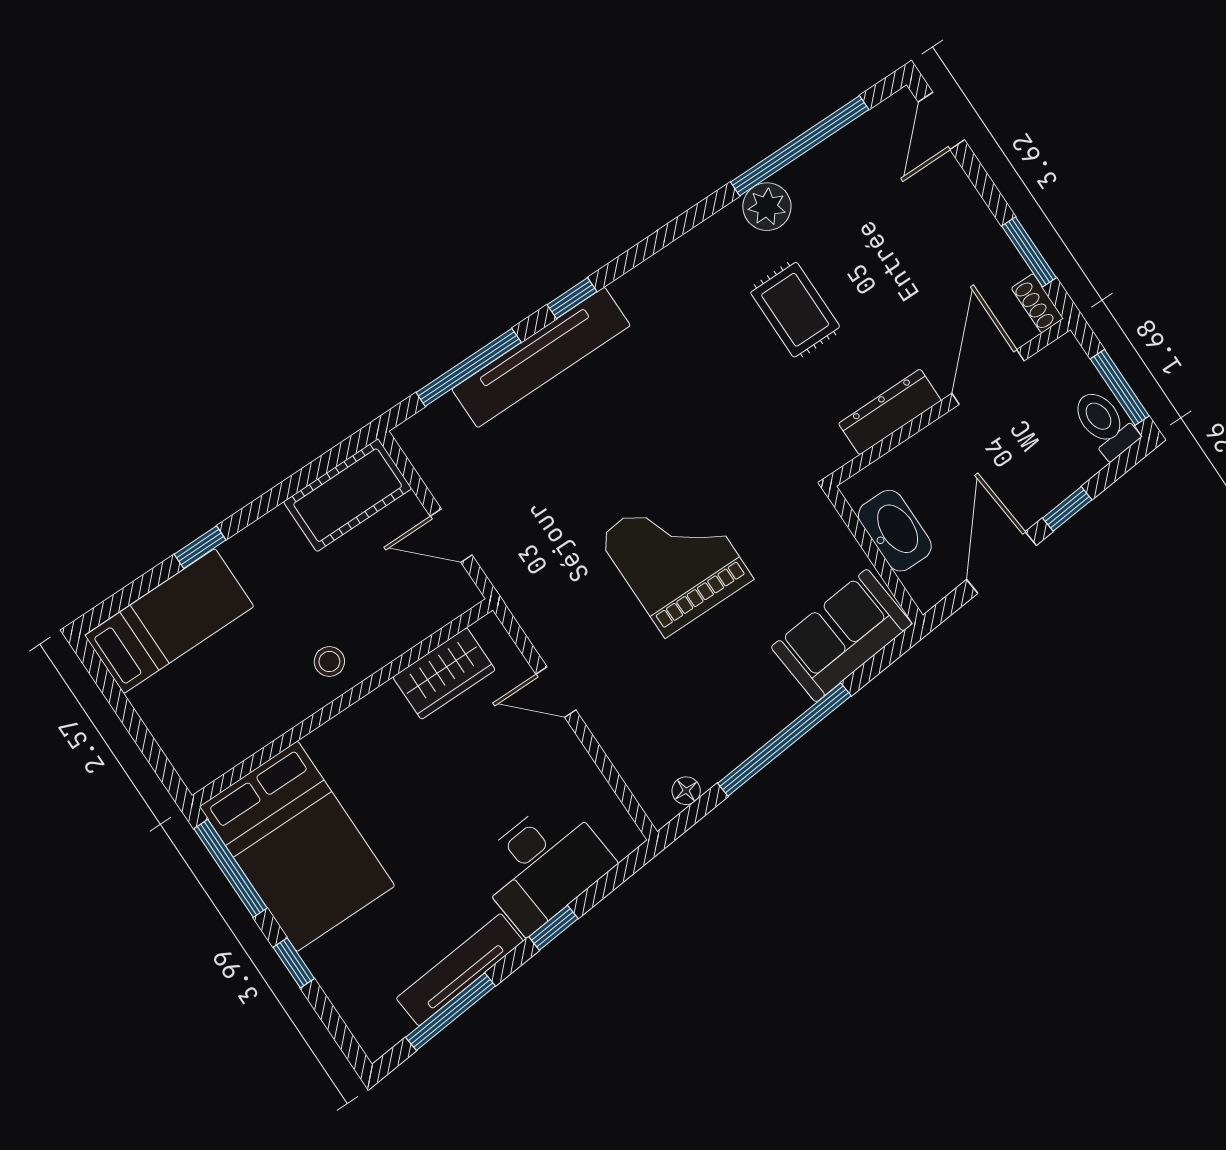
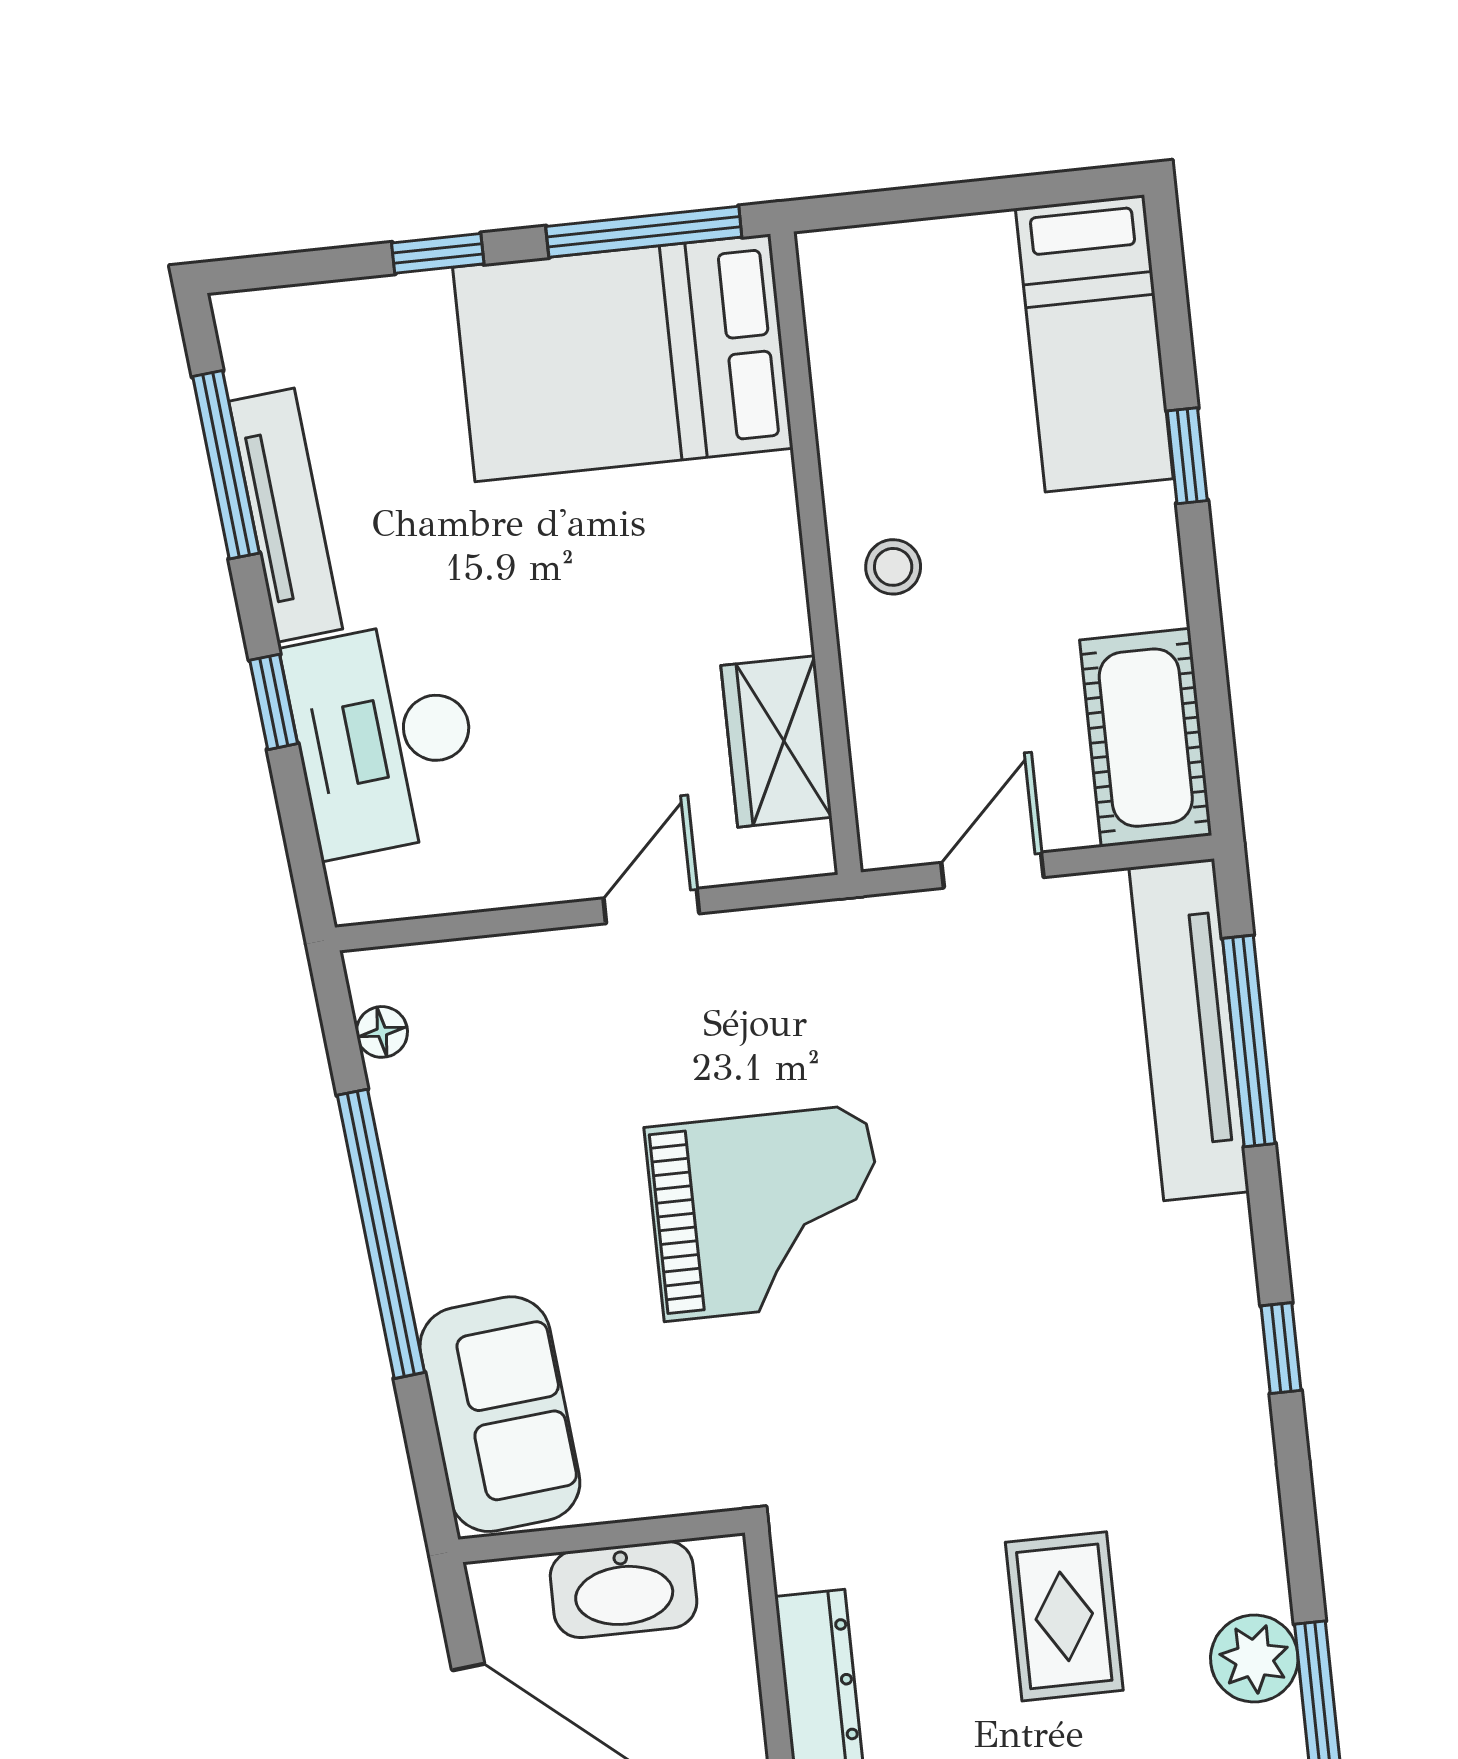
window: (572, 298) -> (1281, 1348), moved
rug: (795, 310) -> (1064, 1616), turned 90
tv unit: (541, 357) -> (1189, 1030), moved

